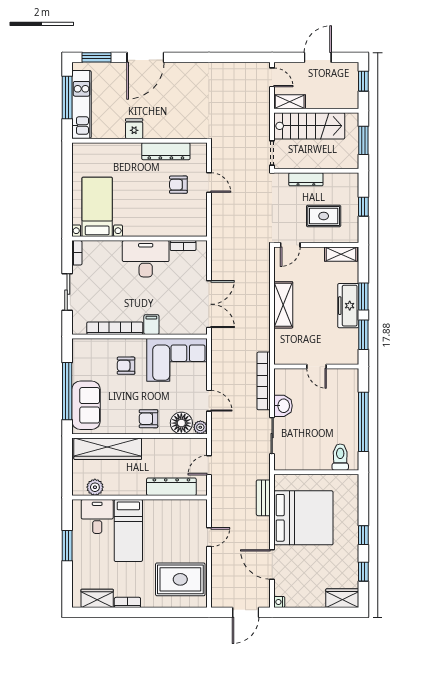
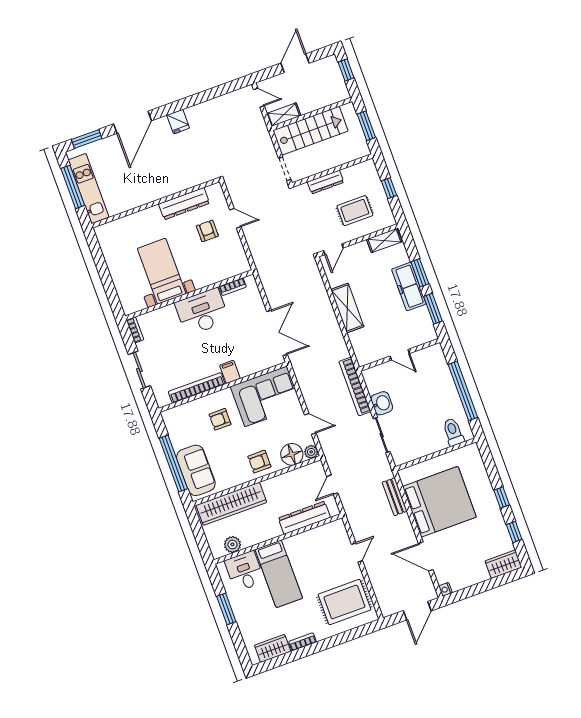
fridge: (134, 129) -> (178, 122), moved, turned 180
armchair: (178, 185) -> (207, 231), turned 90
bed with nightstands: (97, 207) -> (162, 271), moved

